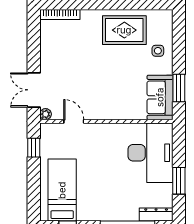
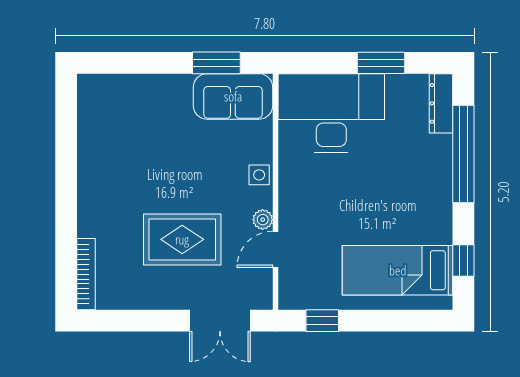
rug: (124, 30) -> (182, 239), moved, turned 90
side table: (158, 51) -> (259, 175), moved
plant: (46, 114) -> (263, 220), moved

